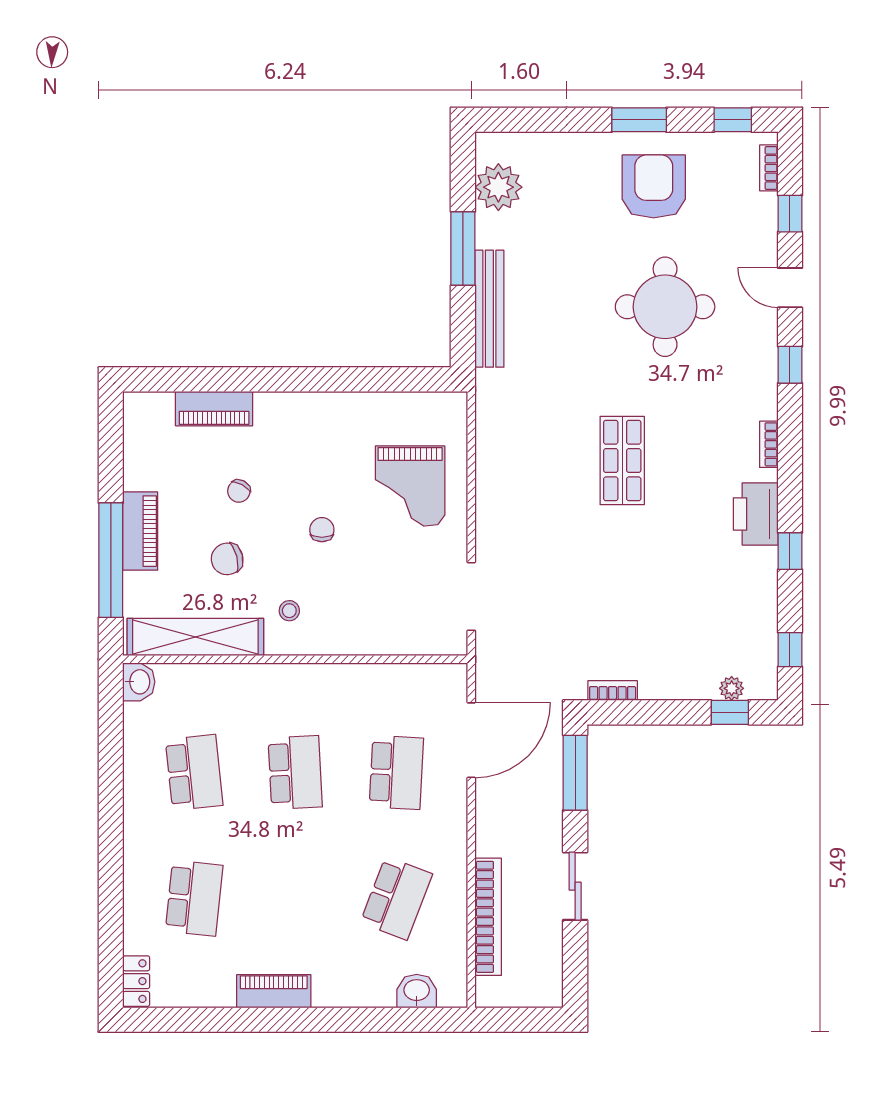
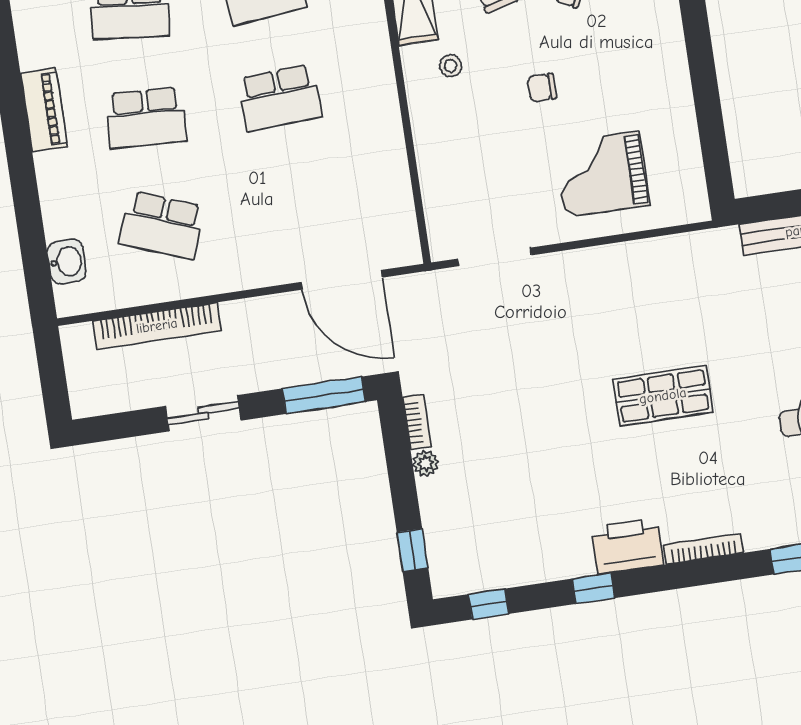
bookcase: (769, 444) -> (703, 549), width x1.56
chair: (322, 530) -> (542, 88), turned 180
plant: (732, 688) -> (426, 463), moved
school desk: (396, 772) -> (146, 118), moved

